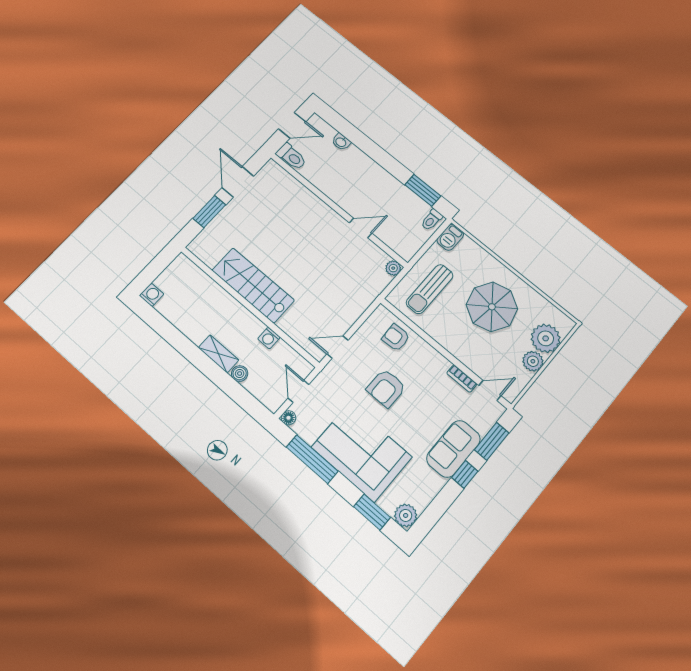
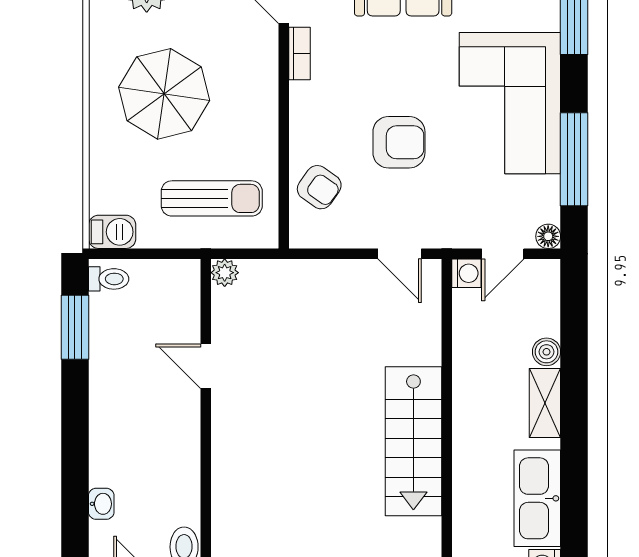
kitchen sink: (182, 316) -> (537, 498), added
washing machine: (269, 338) -> (466, 273), moved
armchair: (396, 338) -> (319, 187), turned -52

